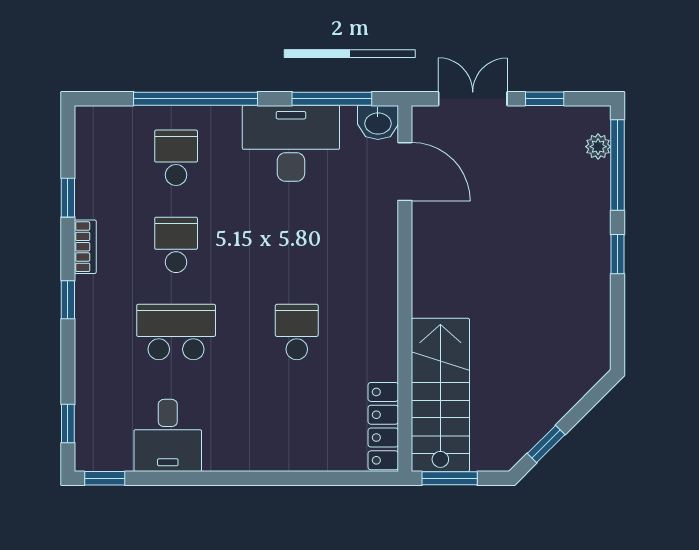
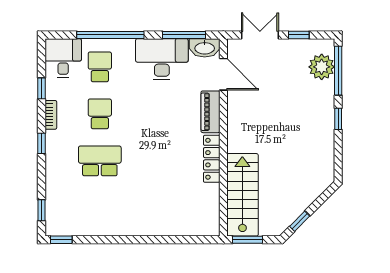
washbasin: (378, 122) -> (205, 48), width x1.38
plant: (598, 147) -> (322, 67), width x1.88, depth x1.88
piano: (381, 241) -> (210, 112), added
school desk: (297, 332) -> (165, 161), removed
locker: (383, 426) -> (212, 159), moved
desk: (168, 435) -> (63, 58), moved, turned 180

